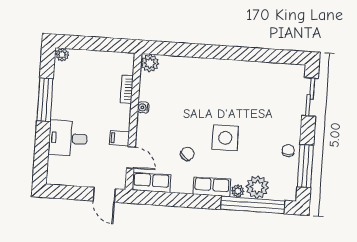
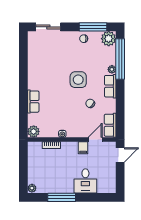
row of seats: (196, 66) -> (33, 102), added
plant: (257, 187) -> (109, 39), moved

